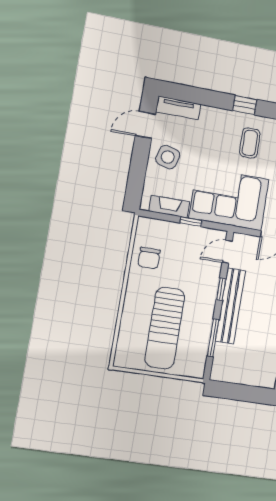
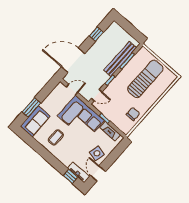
window: (245, 105) -> (71, 176), moved
door: (145, 125) -> (98, 173), swing flipped
bench: (231, 306) -> (120, 59), moved

